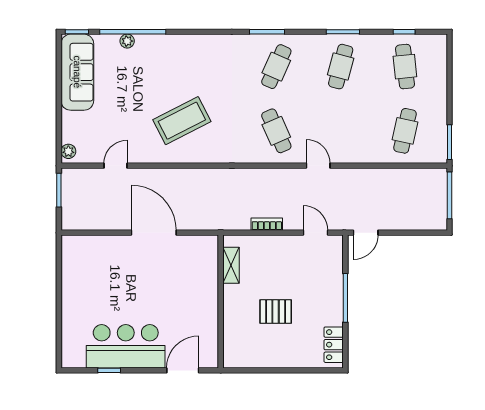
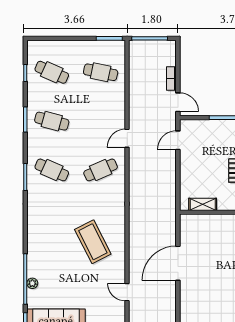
cafe table: (405, 67) -> (52, 72), turned 30
bookcase: (267, 224) -> (171, 79), moved

